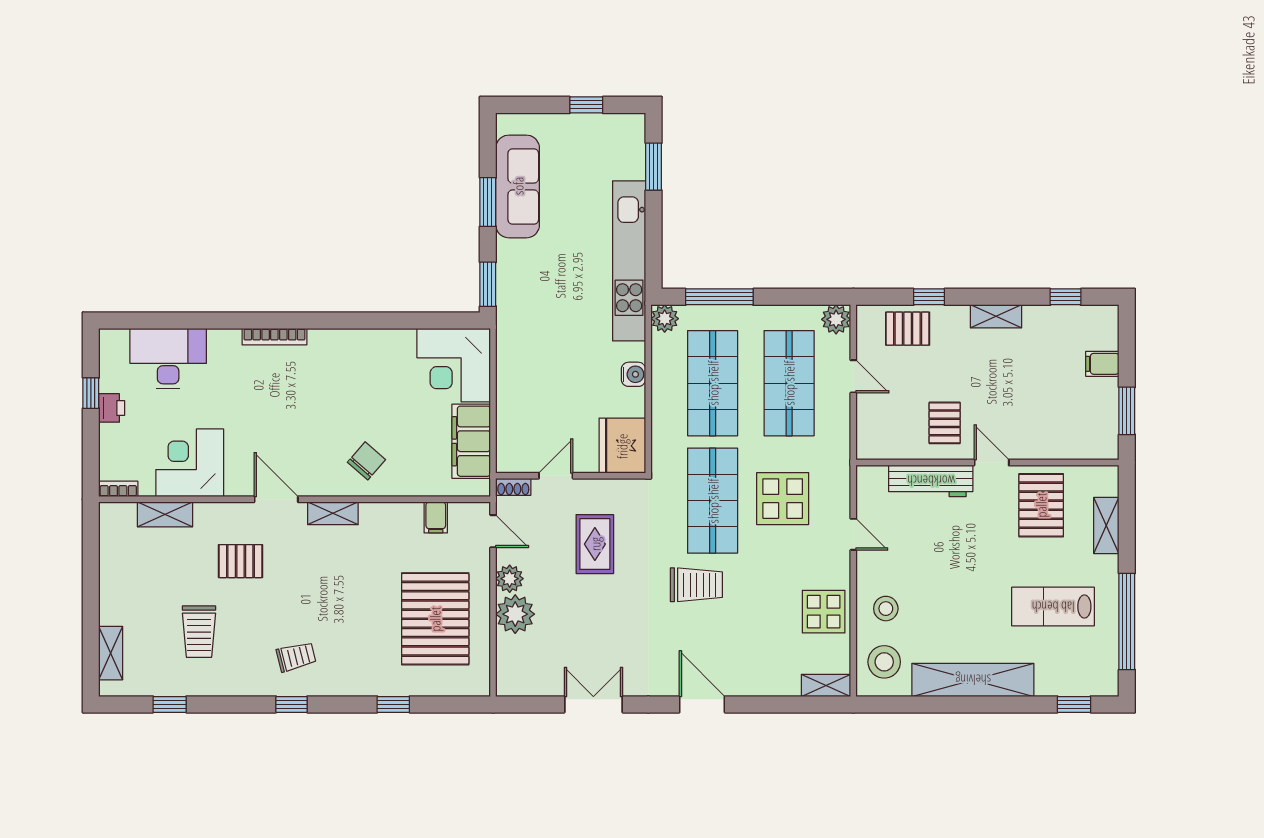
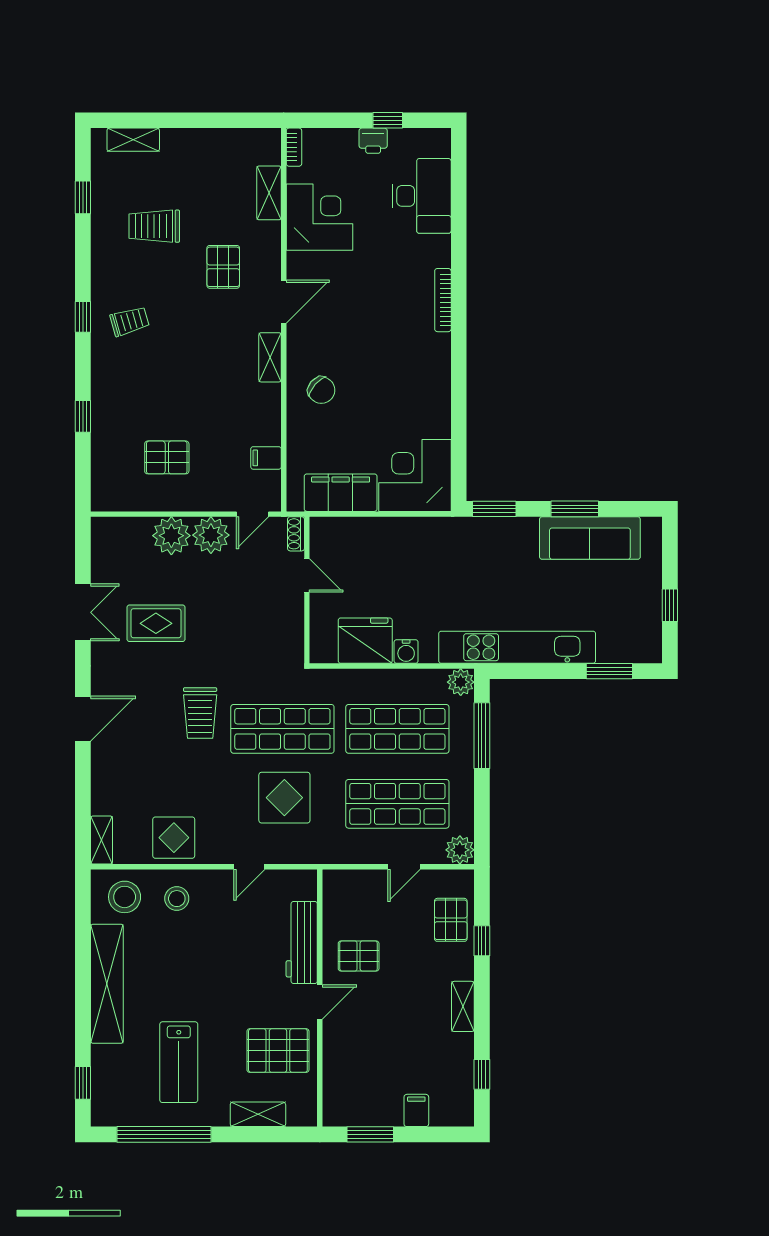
fridge: (622, 446) -> (365, 641), moved
rug: (595, 544) -> (156, 623), moved
plant: (510, 579) -> (211, 535), width x1.36, depth x1.36
lab bench: (1053, 607) -> (179, 1062), turned 180
pallet: (435, 619) -> (167, 457), width x0.49, depth x0.50
trolley: (296, 657) -> (130, 321), turned -92

